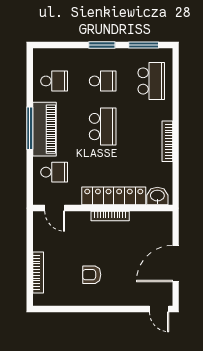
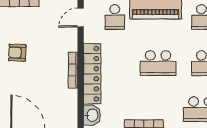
armchair: (92, 275) -> (17, 53), turned -88

